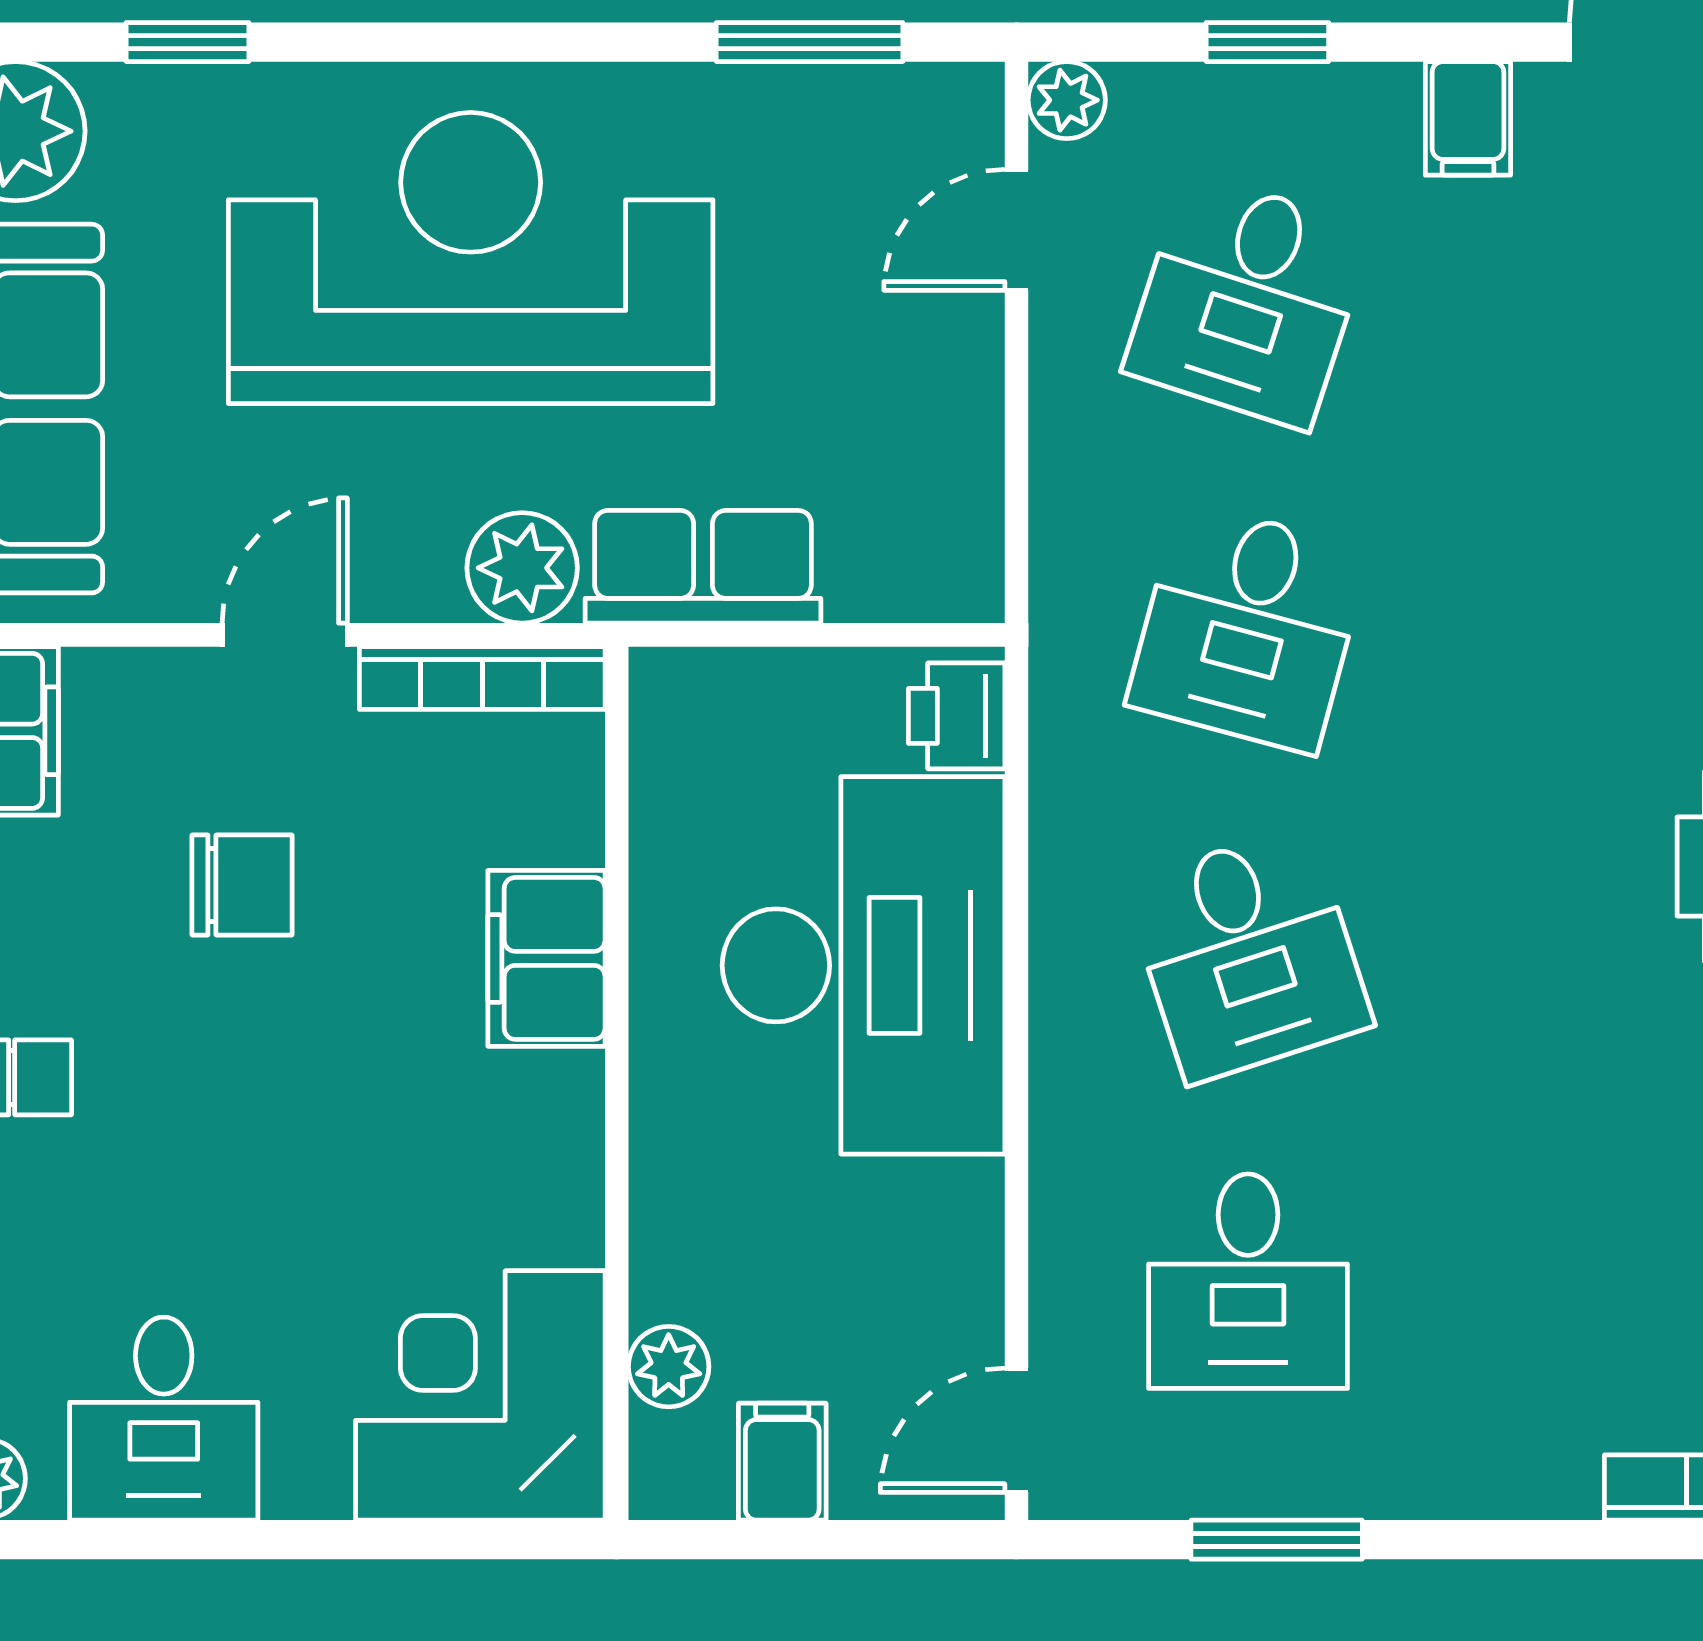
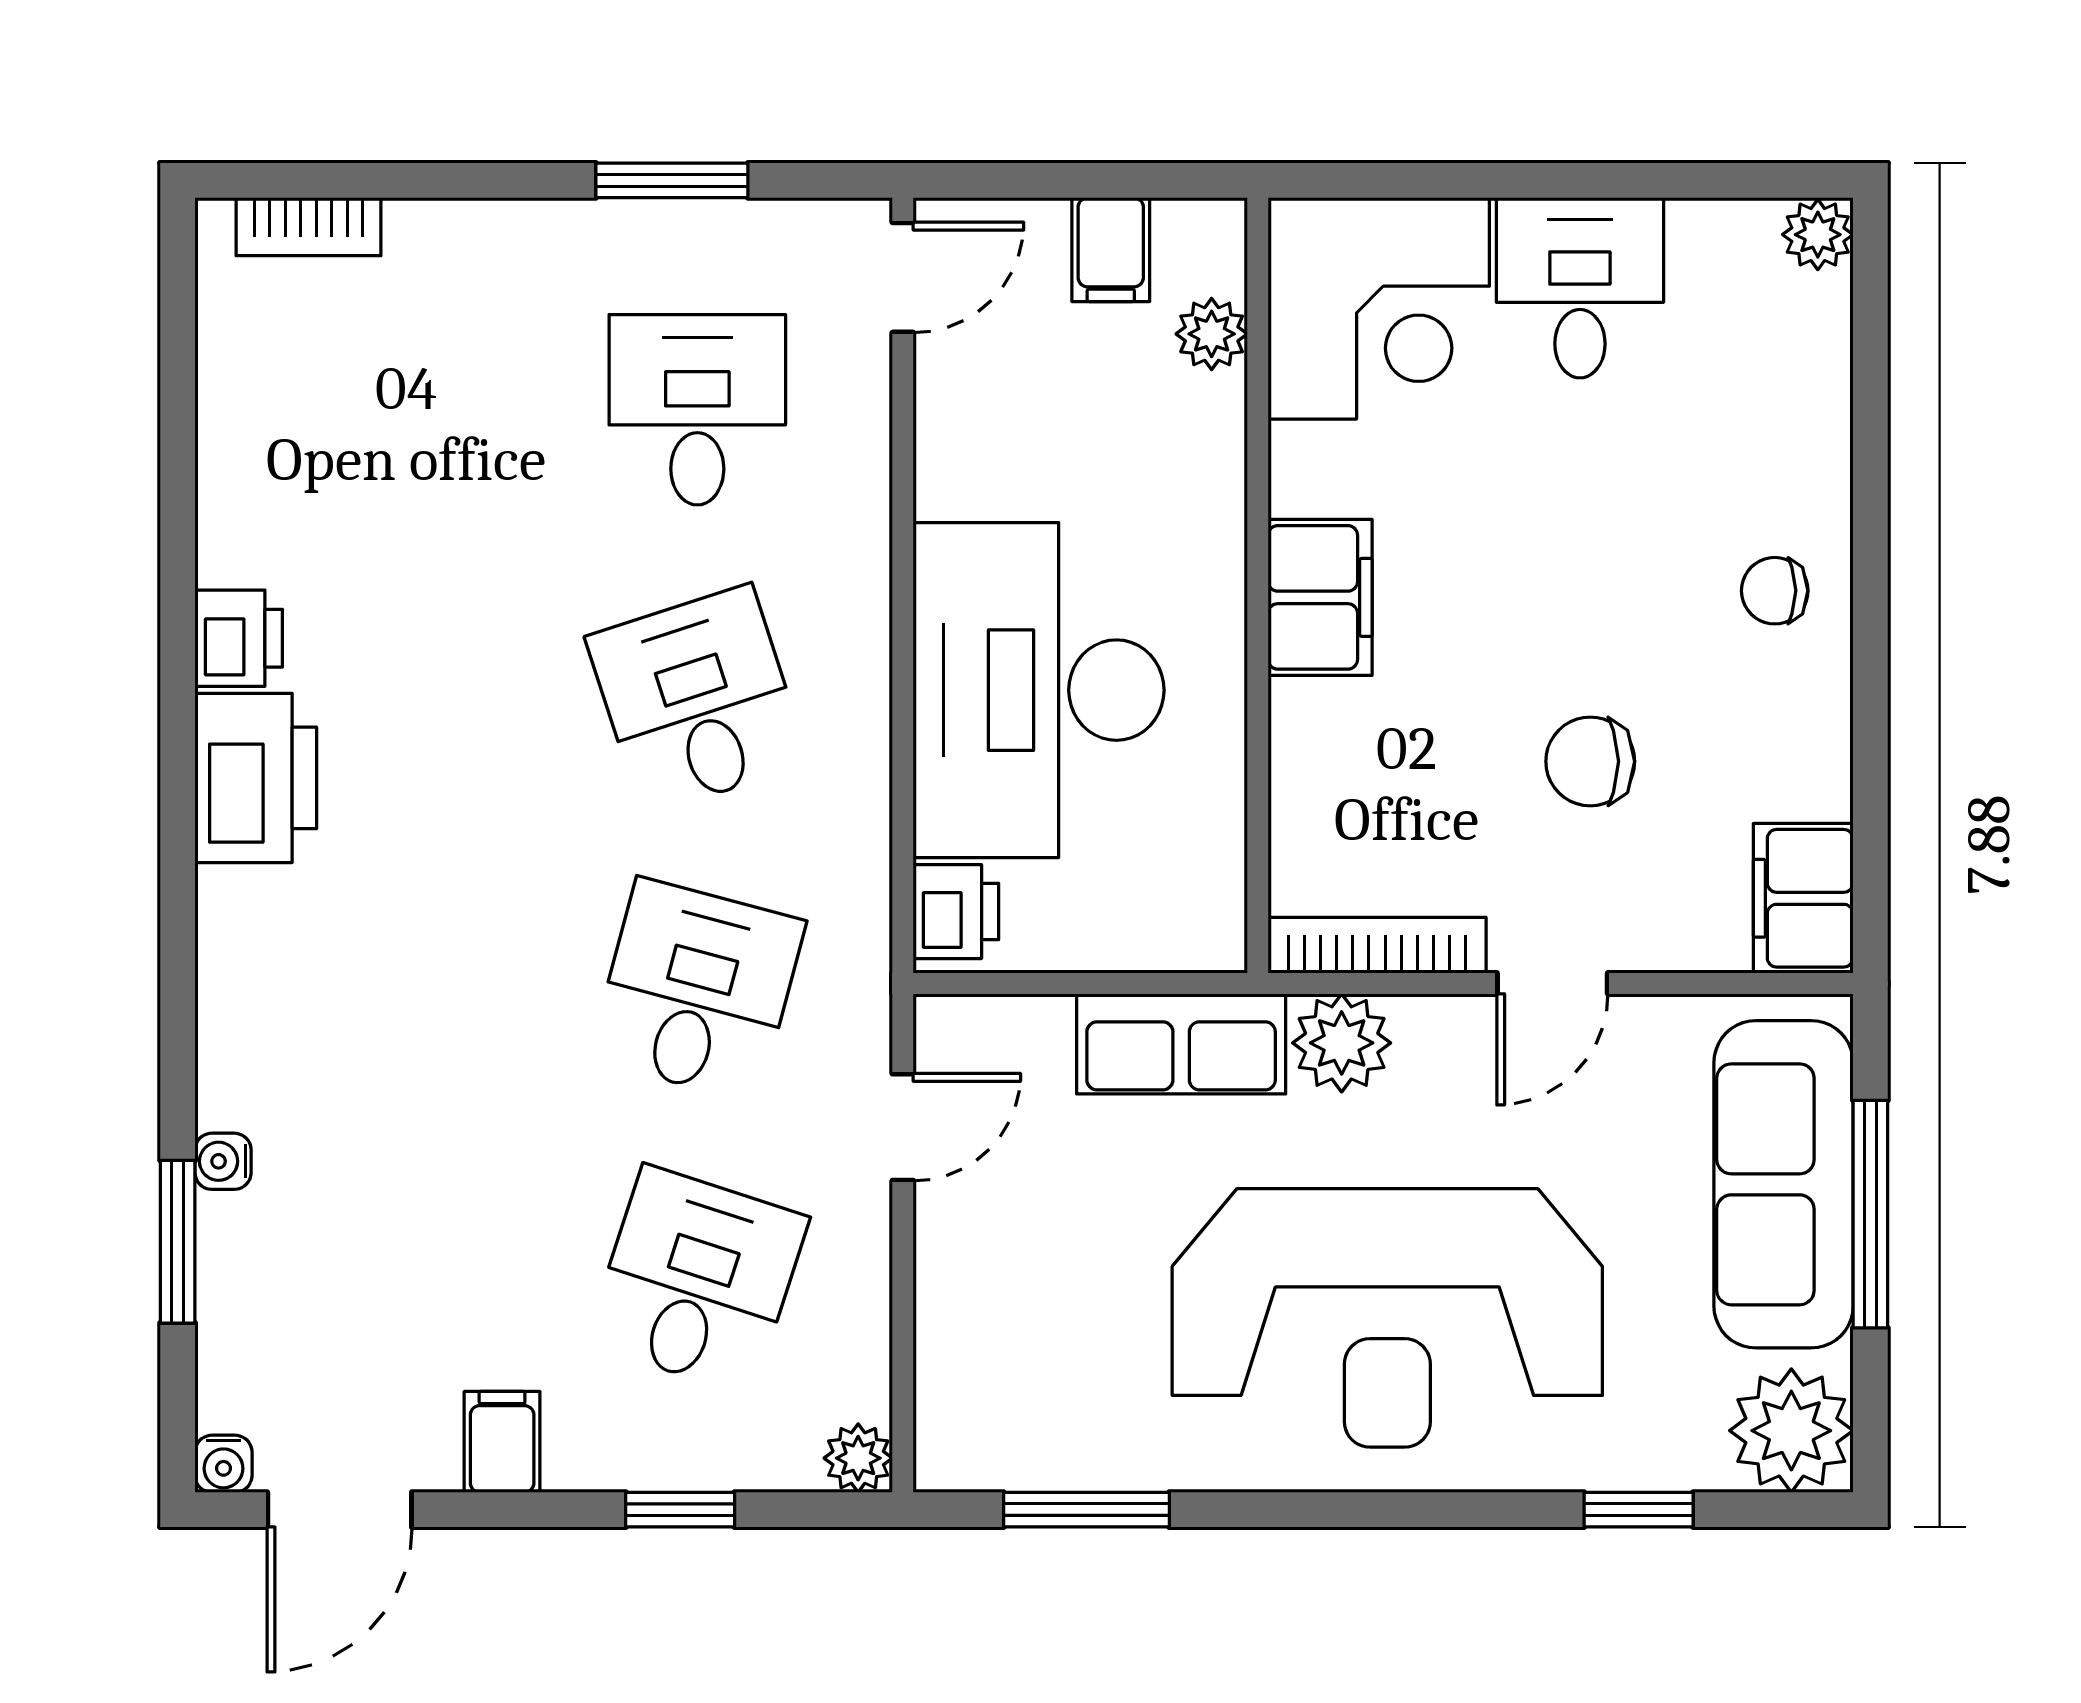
door: (1016, 230) -> (903, 1127), moved
filing cabinet: (546, 958) -> (1320, 597), moved
desk: (164, 1419) -> (1580, 288), moved

